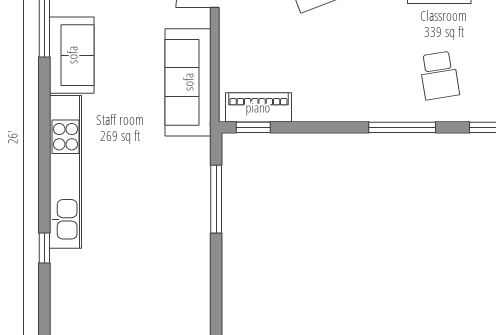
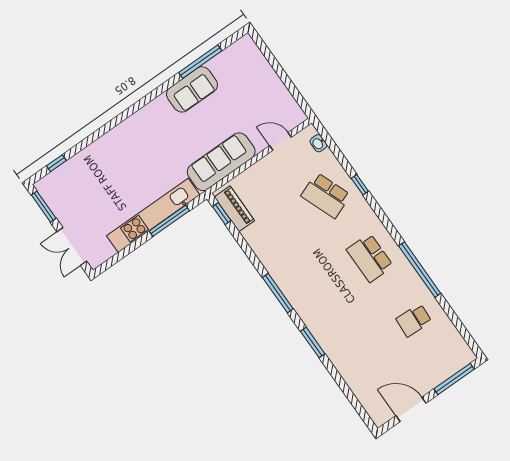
school desk: (439, 75) -> (320, 293), removed
kitchen unit: (65, 172) -> (153, 215), moved, turned 180
window: (44, 248) -> (56, 163), moved

